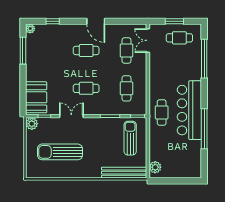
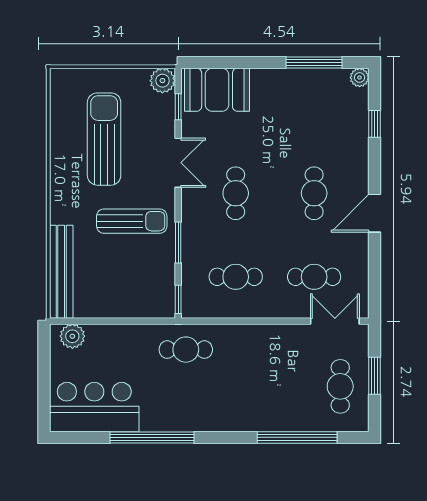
bar counter: (189, 110) -> (94, 407), moved, width x0.73
sun lounger: (130, 138) -> (132, 221), moved

